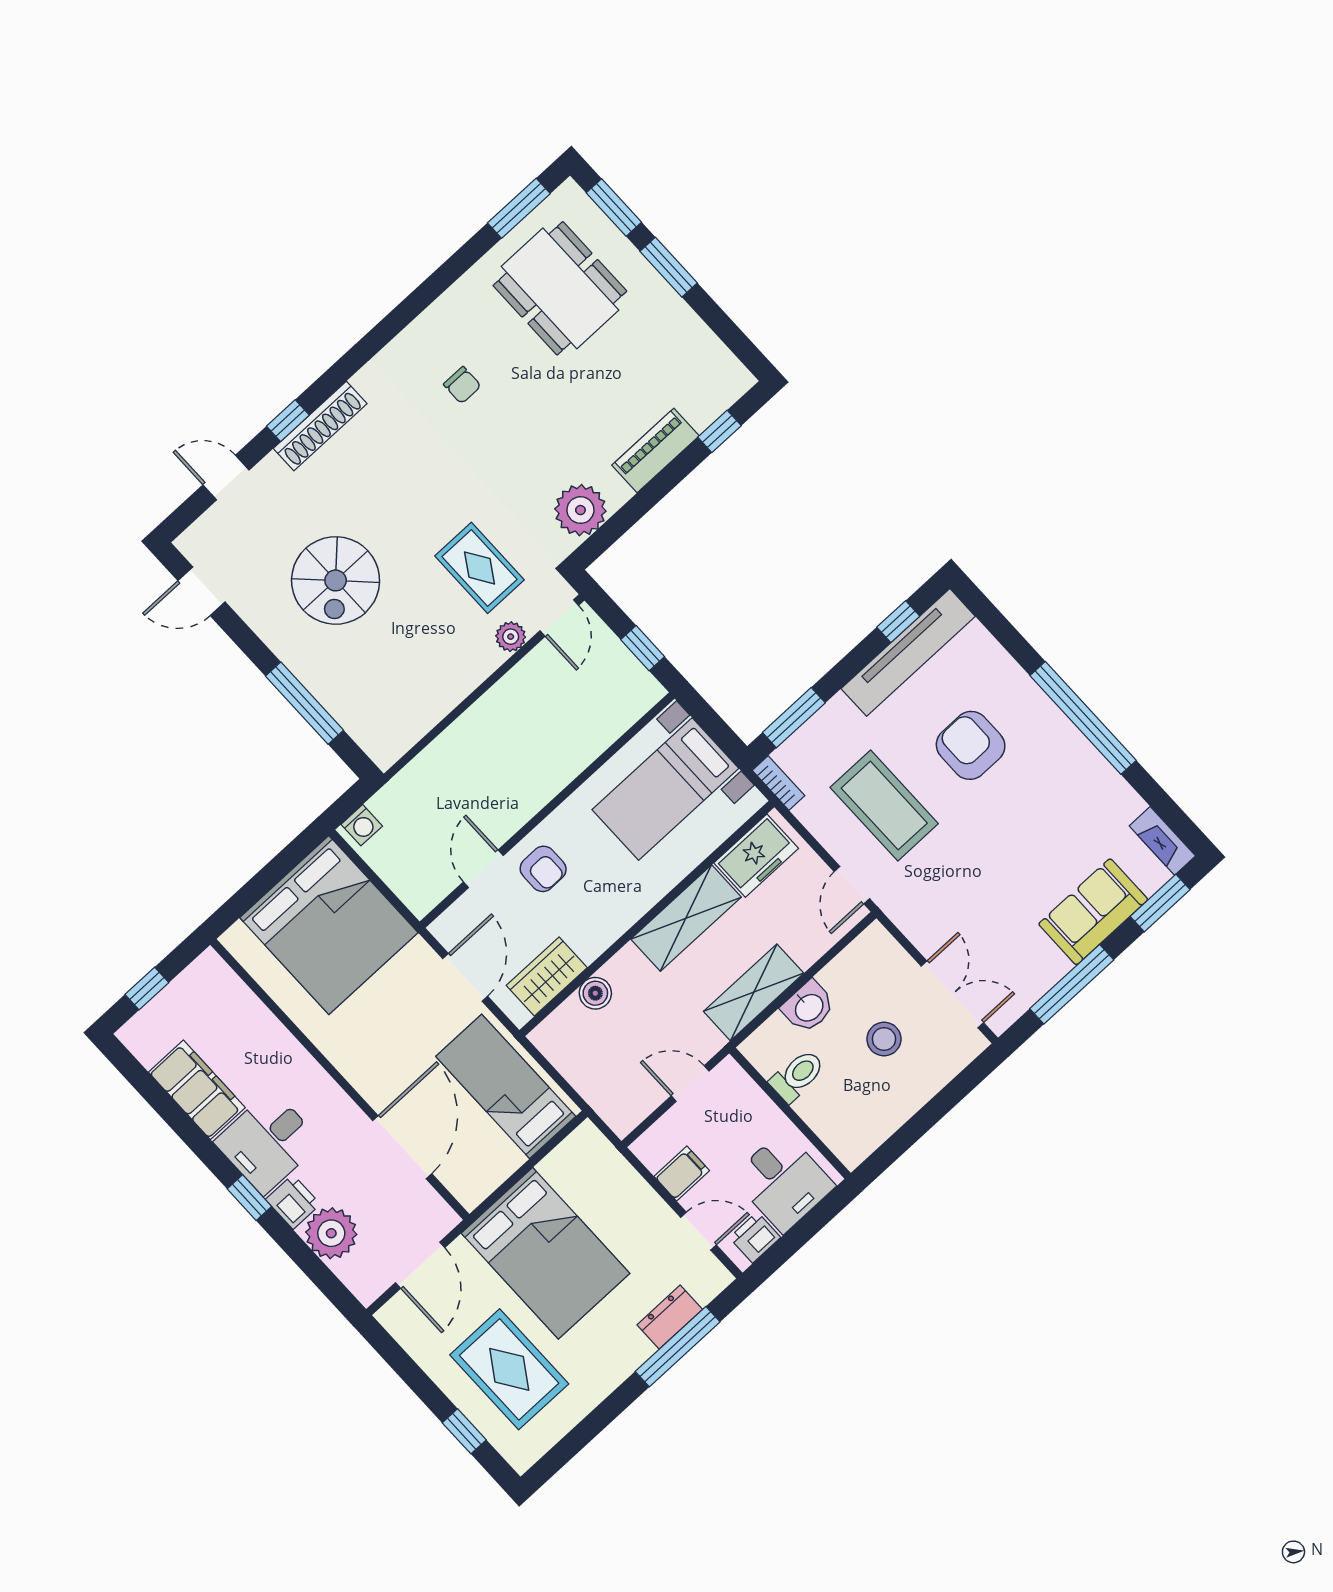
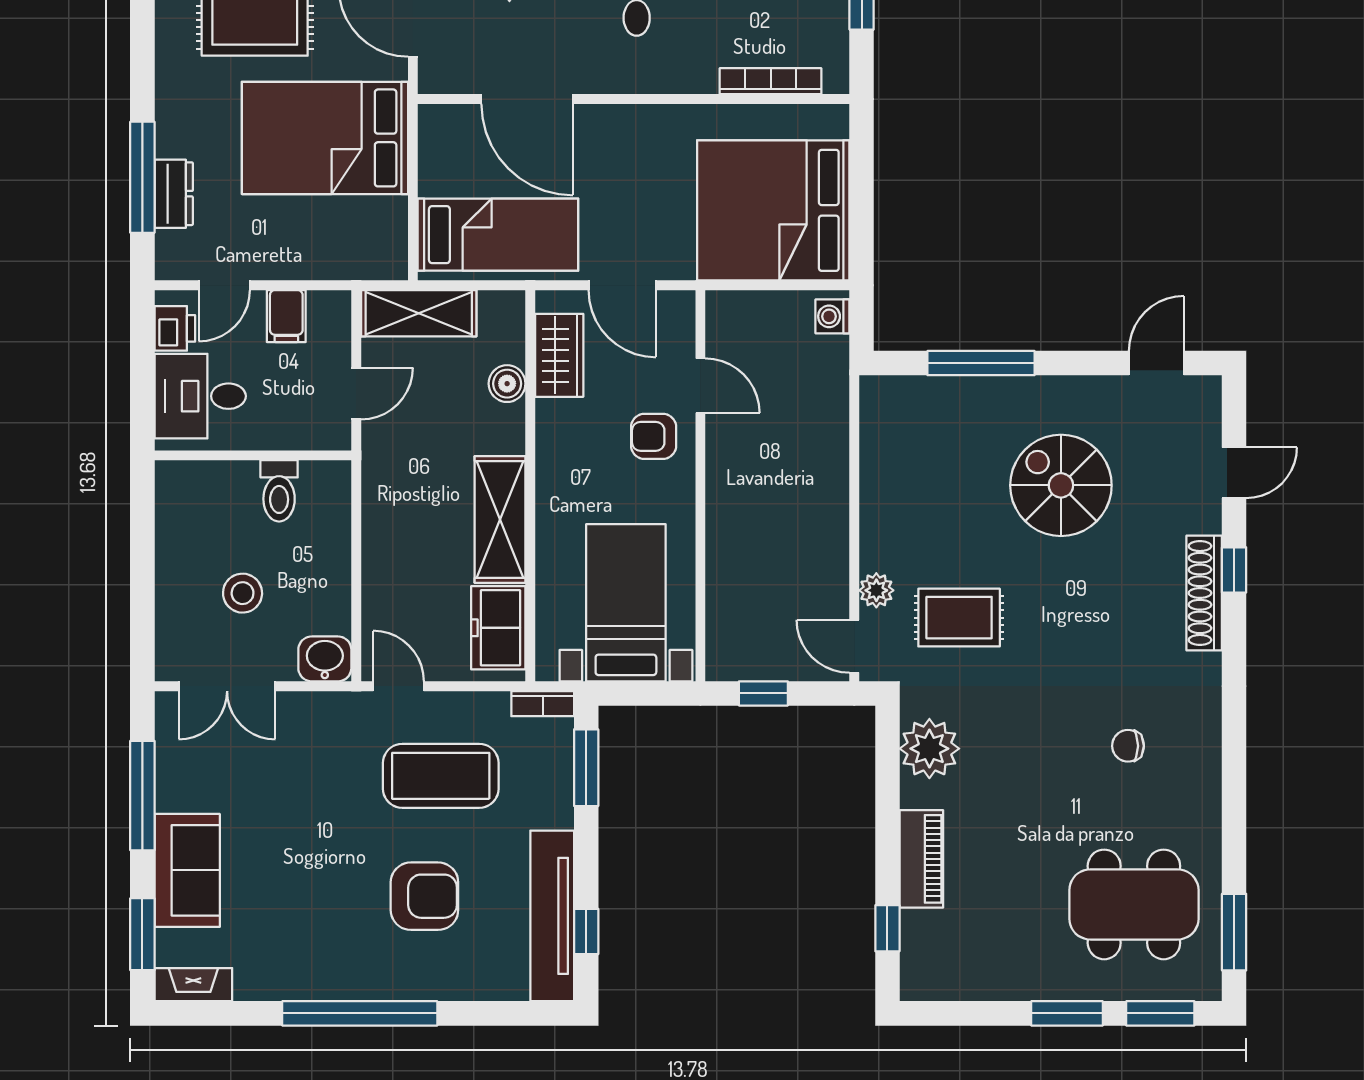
shelving: (754, 992) -> (419, 313), moved, turned 90
bookcase: (248, 1003) -> (771, 81), added
washbasin: (808, 1007) -> (325, 659), moved, turned 90

